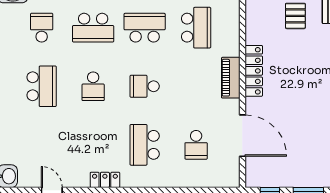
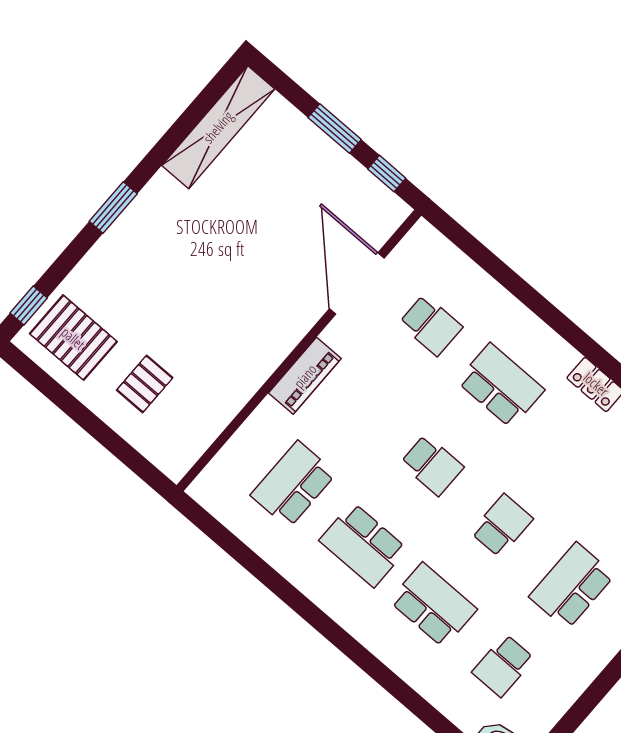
locker: (254, 71) -> (266, 358), removed
school desk: (145, 145) -> (501, 386), turned -90
school desk: (196, 145) -> (431, 325), turned 90

